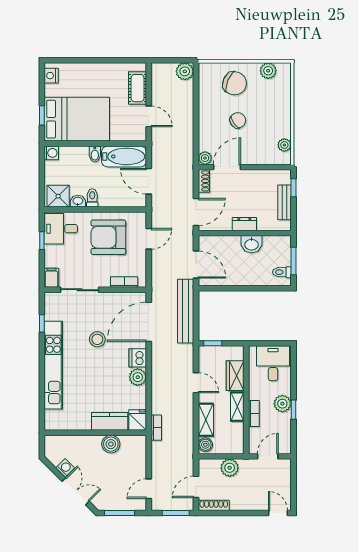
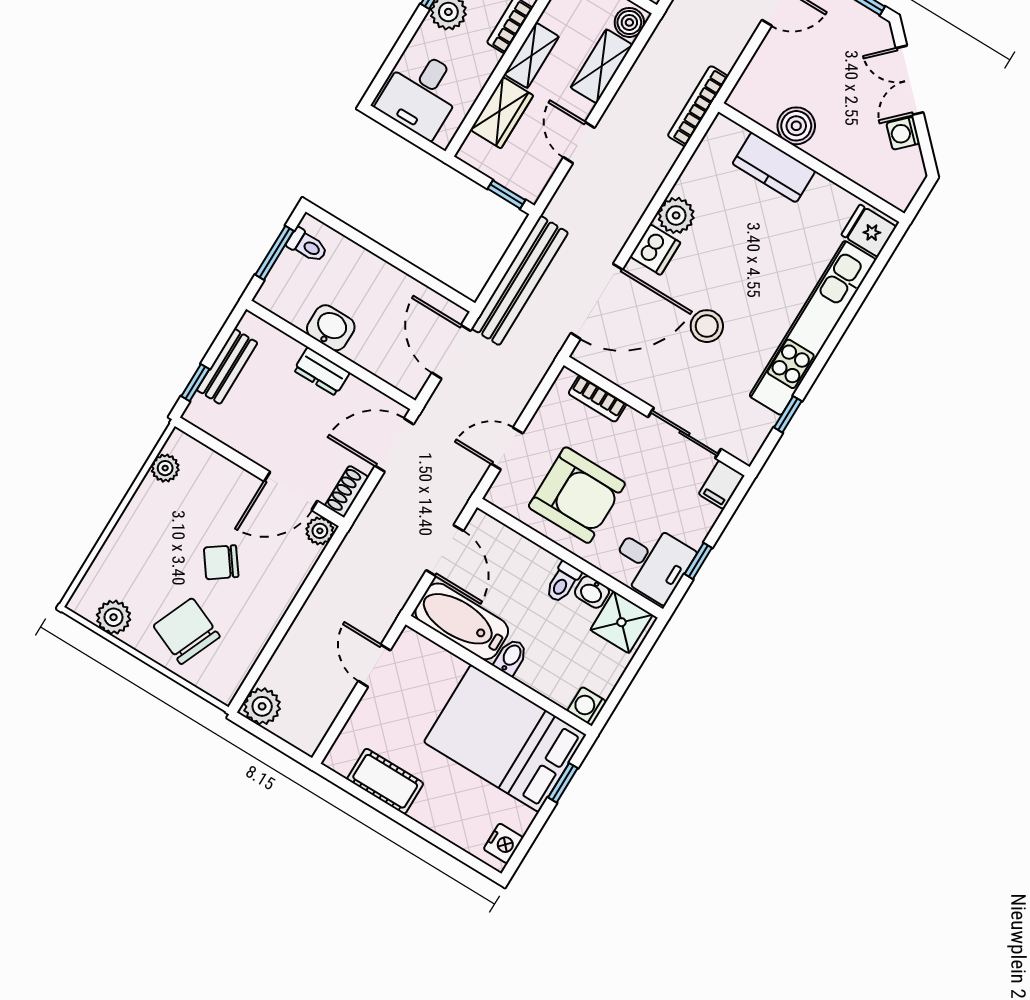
cot: (138, 88) -> (385, 781), moved, turned 90
fridge: (138, 420) -> (869, 231), moved, turned 90
bookcase: (156, 428) -> (698, 106), width x1.56

